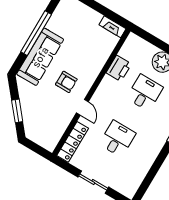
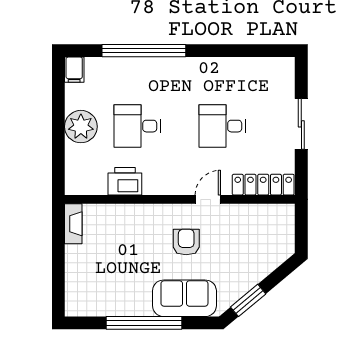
sofa: (40, 57) -> (184, 298), width x0.73
window: (17, 111) -> (248, 300), moved

